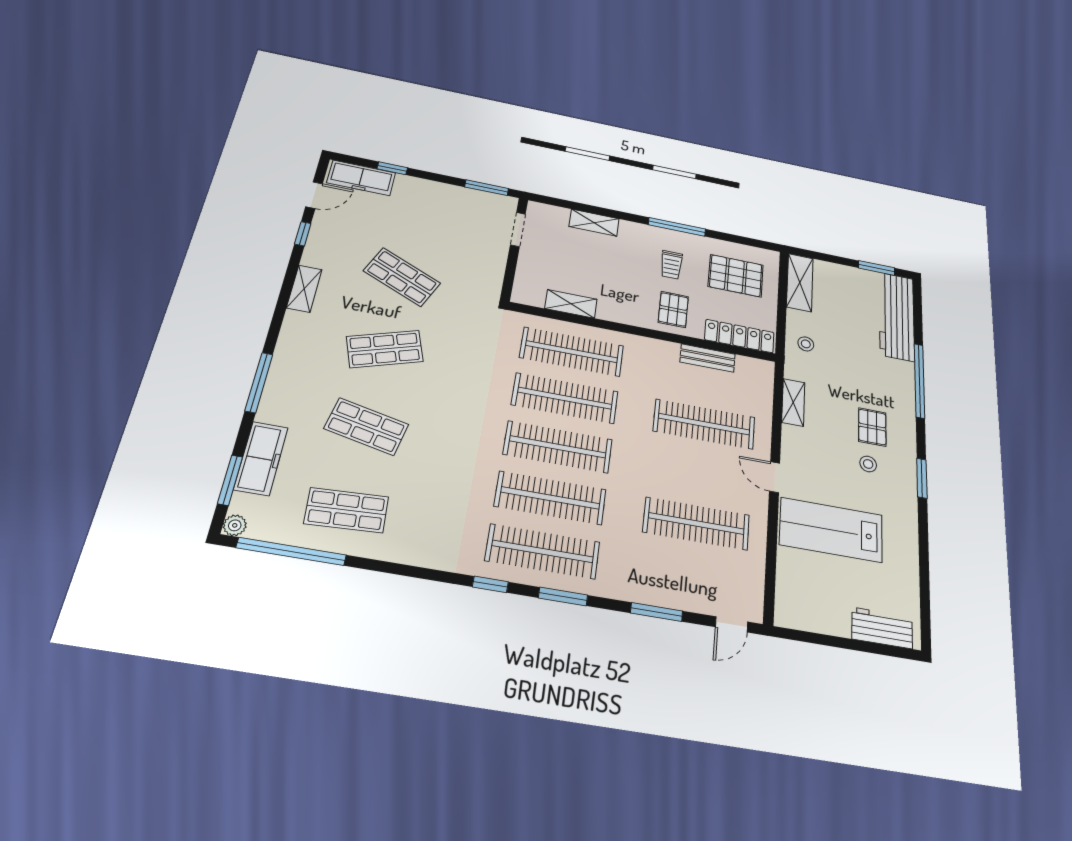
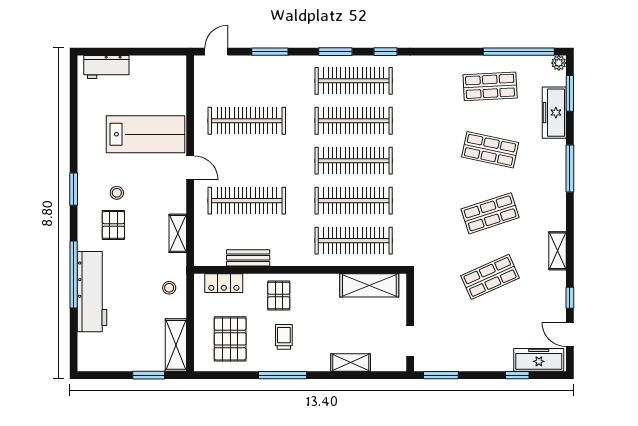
door: (314, 195) -> (570, 335), hinge flipped
window: (877, 268) -> (149, 375), moved
pallet: (736, 276) -> (230, 339), turned 90
shop shelf: (402, 277) -> (490, 277), turned -48
shelving: (571, 304) -> (369, 285), width x1.50, depth x1.33
workbench: (897, 316) -> (92, 292), moved
locker: (739, 336) -> (224, 283), width x0.66

